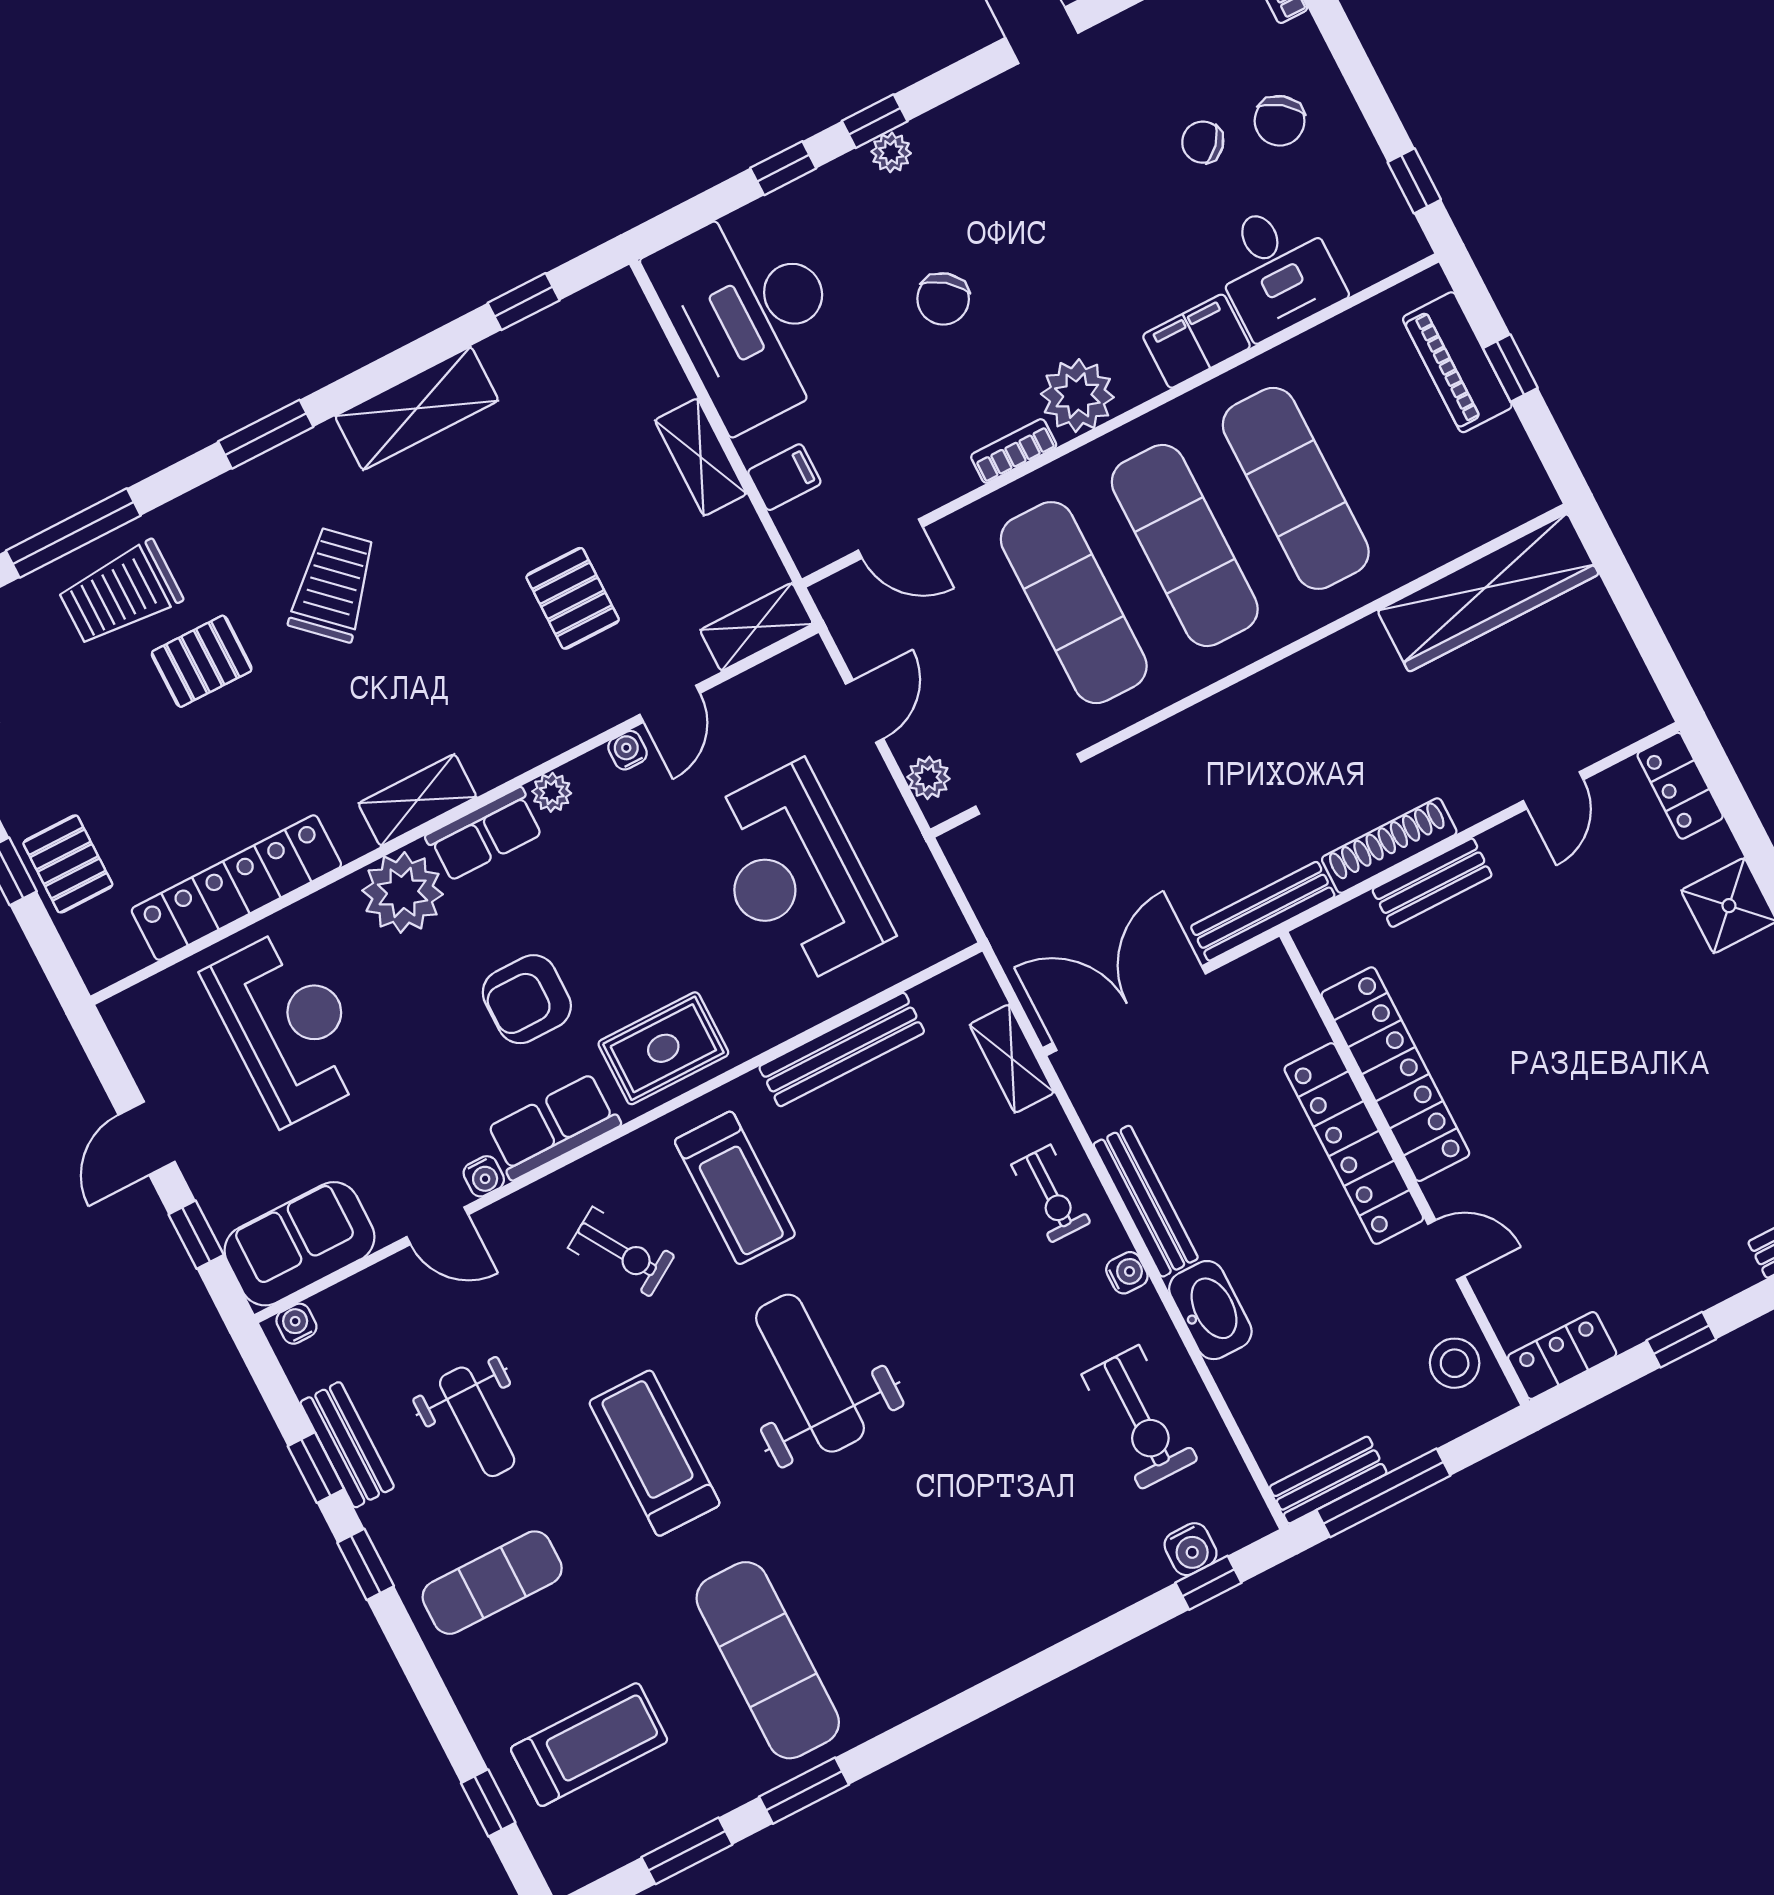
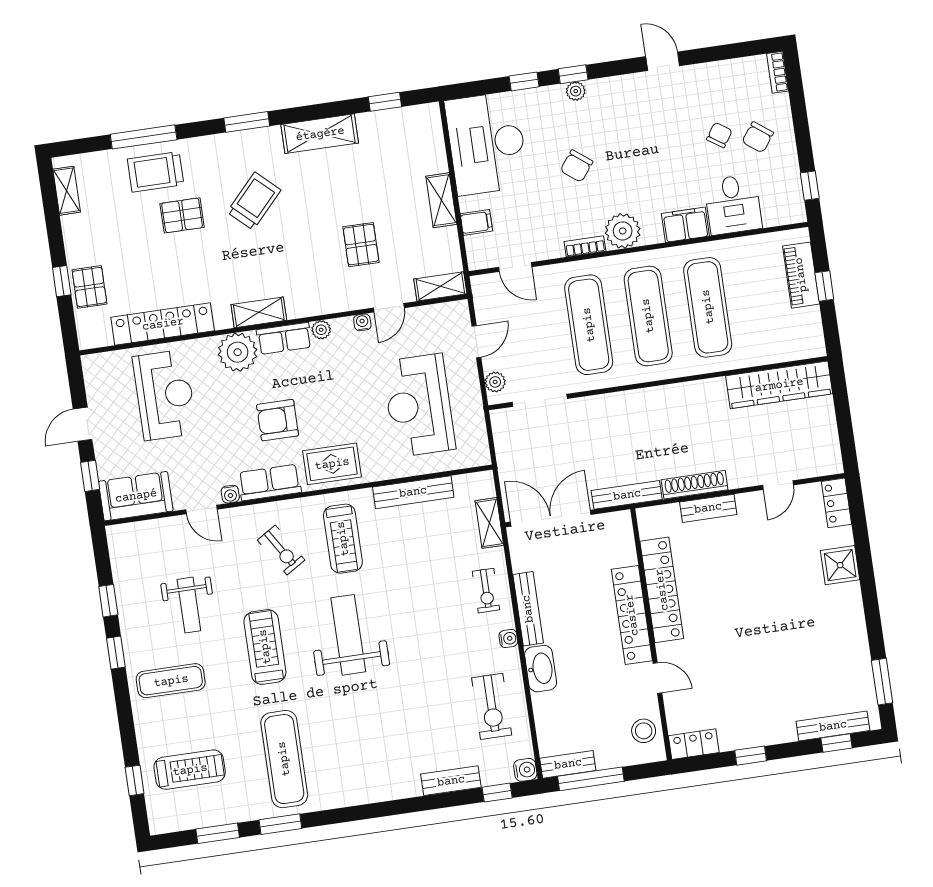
chair: (1203, 142) -> (719, 135), turned 83
water cooler: (296, 1324) -> (122, 532), removed
bench: (347, 1445) -> (451, 781), moved, turned 90
water cooler: (1191, 1549) -> (525, 770), moved, turned -90

